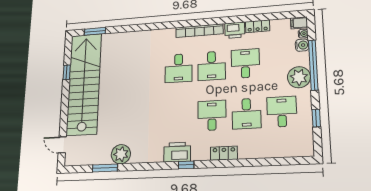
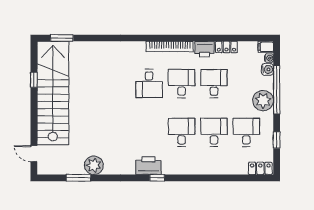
desk: (212, 66) -> (182, 84), turned 180
desk: (246, 114) -> (214, 132), turned 180
locker: (224, 153) -> (260, 168), moved

